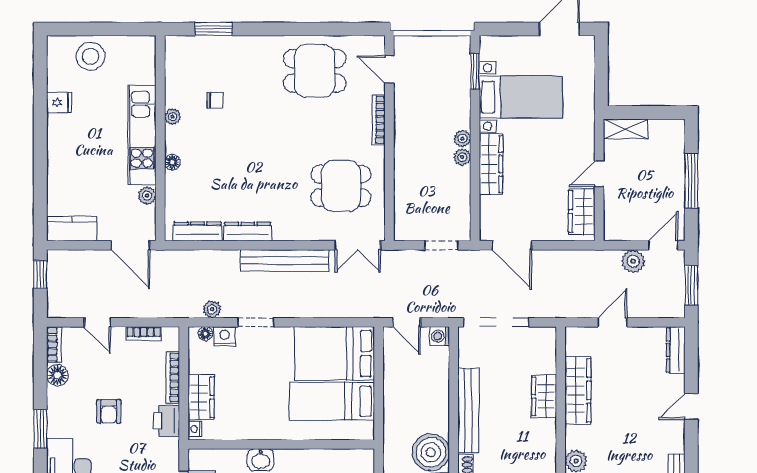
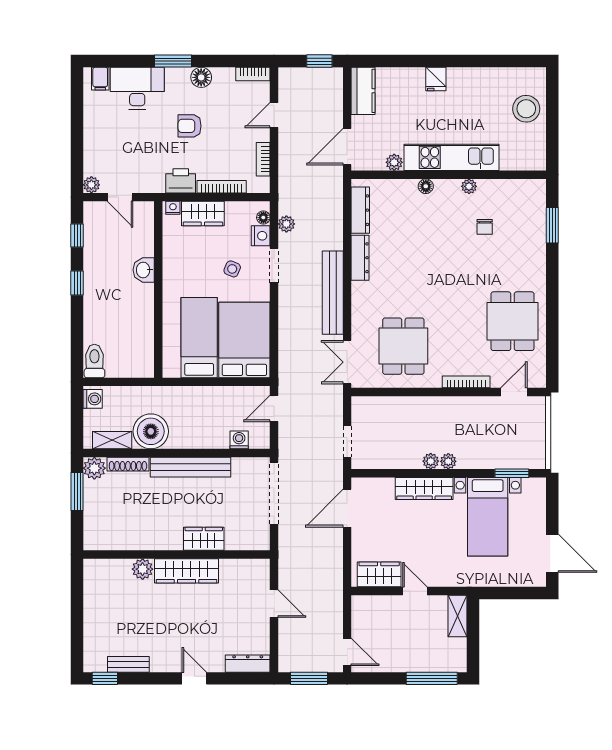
fridge: (59, 103) -> (436, 79), moved
window: (691, 181) -> (432, 678), moved
plant: (633, 261) -> (332, 623), removed
washing machine: (440, 336) -> (239, 440), moved
side table: (259, 366) -> (232, 269), added
floor lamp: (58, 375) -> (201, 77), moved
wardrobe: (578, 390) -> (187, 571), moved

